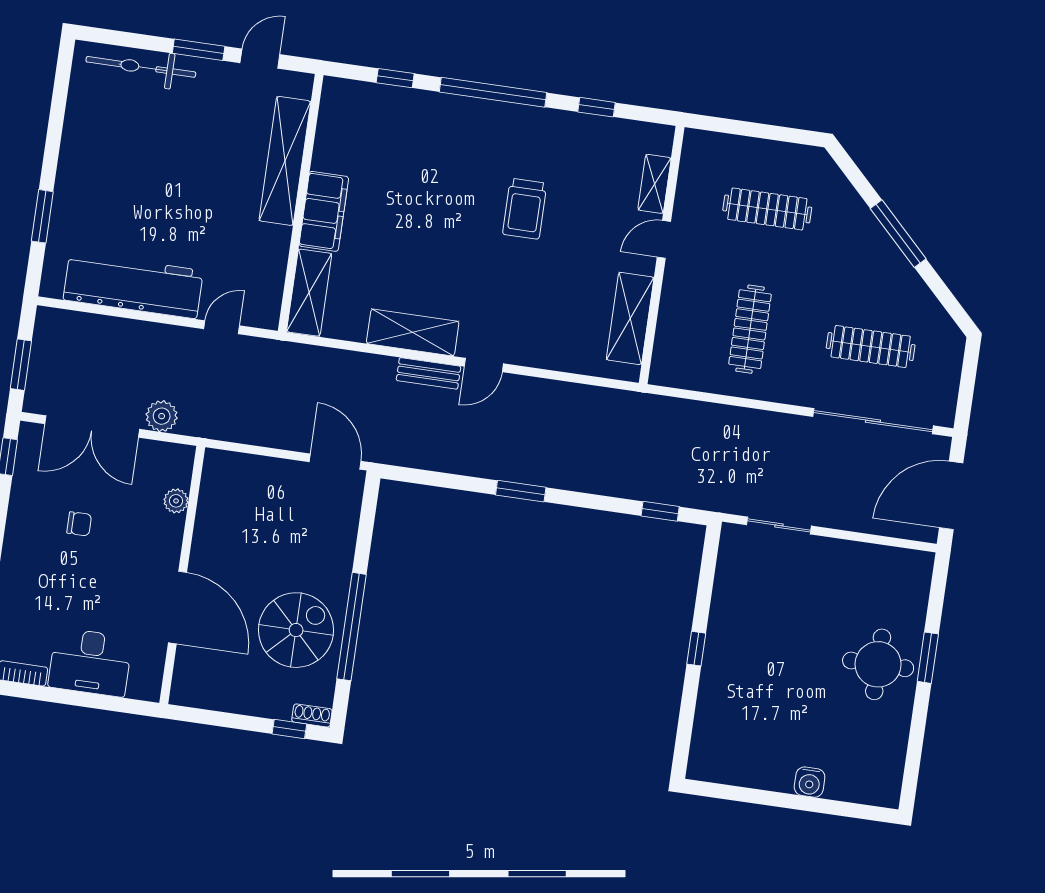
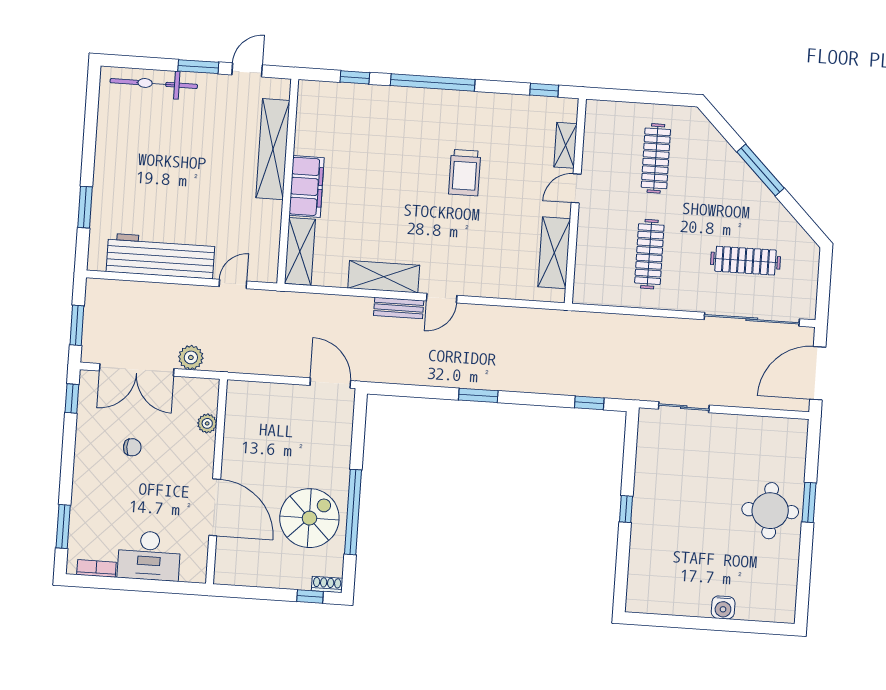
window: (597, 107) -> (544, 90), moved
clothes rail: (767, 209) -> (656, 158), turned 90

